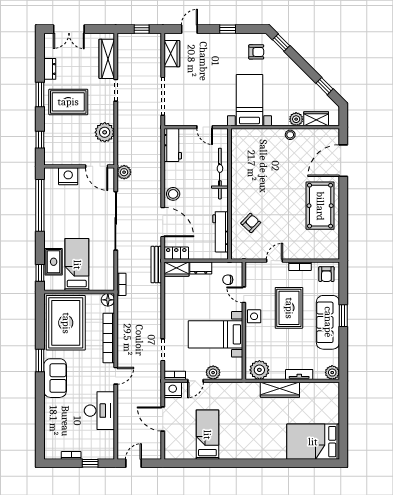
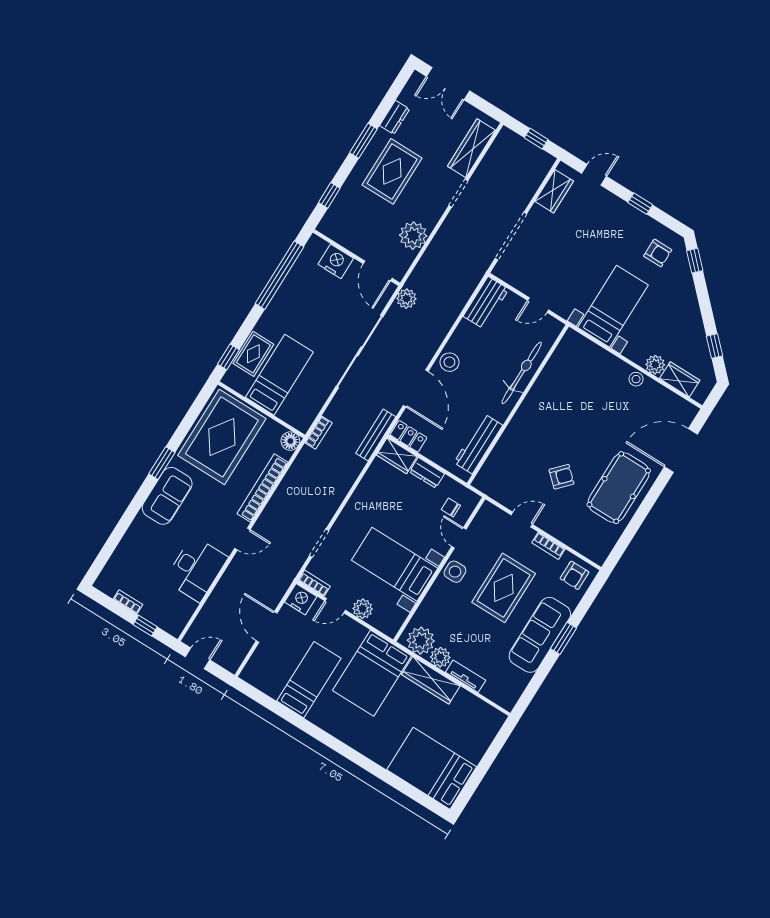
rug: (68, 102) -> (392, 171), turned 90
door: (205, 127) -> (538, 305), hinge flipped
armchair: (251, 223) -> (561, 477), moved
plant: (332, 373) -> (440, 657), moved
bed: (242, 407) -> (372, 673), added

